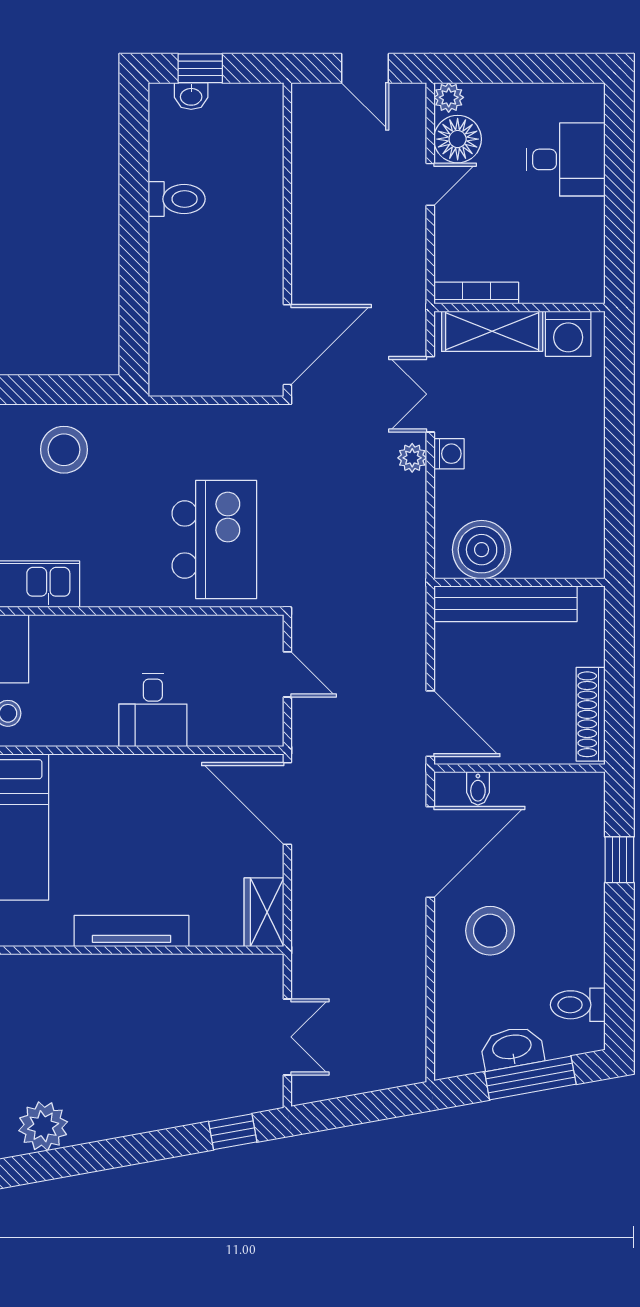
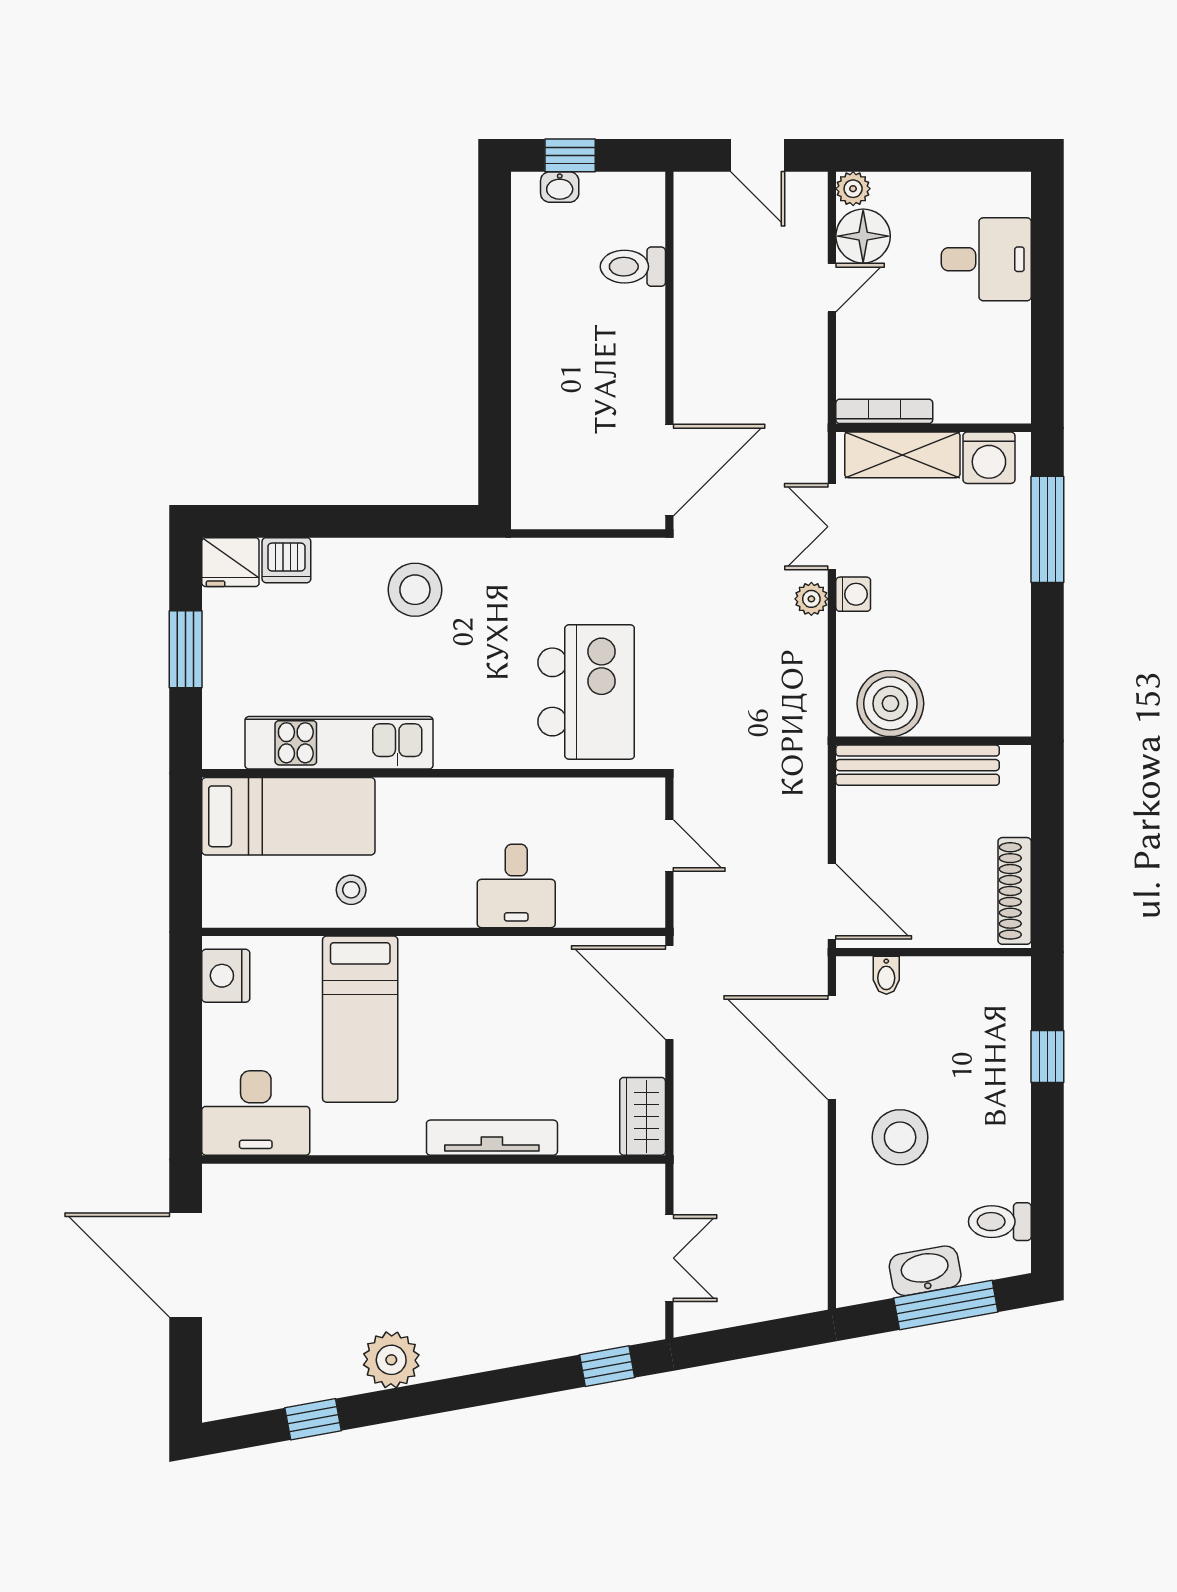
toilet: (177, 199) -> (633, 267), moved, turned 180
window: (619, 397) -> (1047, 529), added
door: (430, 852) -> (832, 1048), swing flipped

